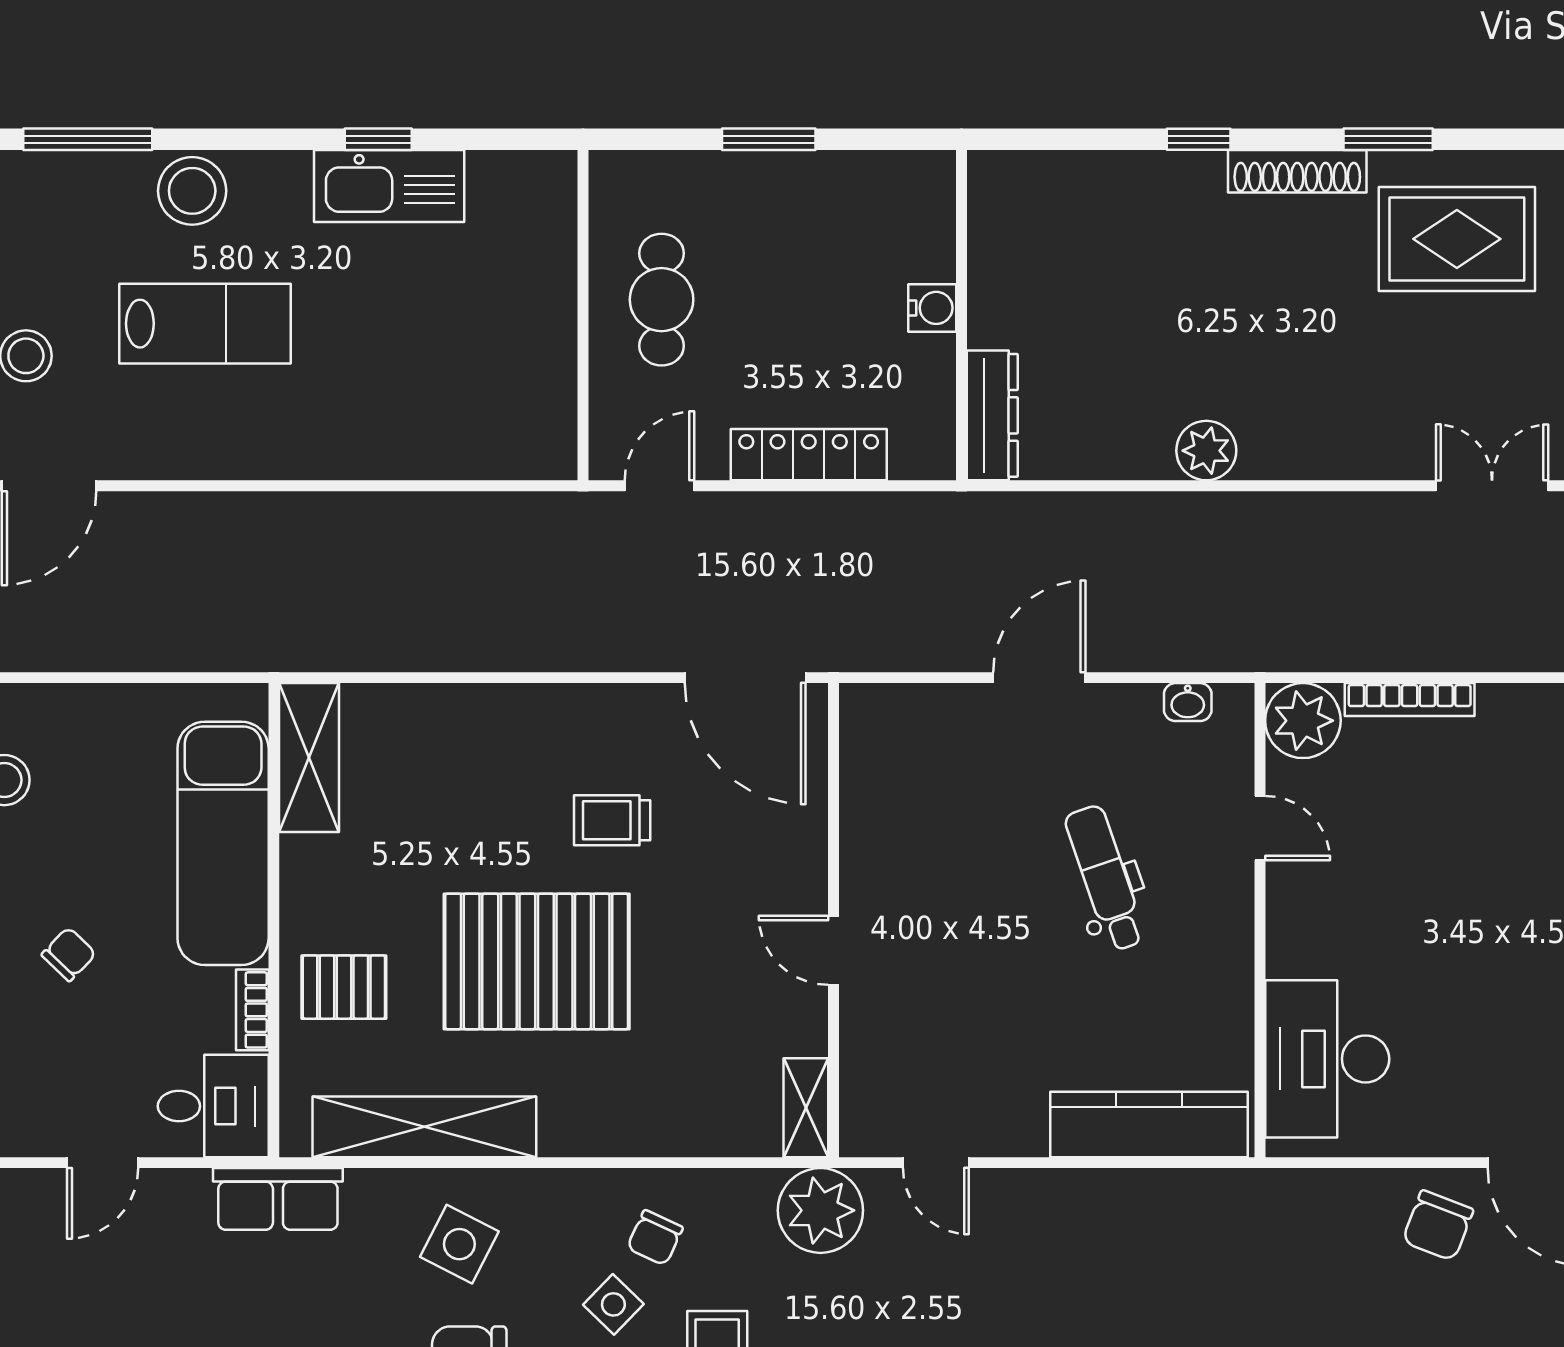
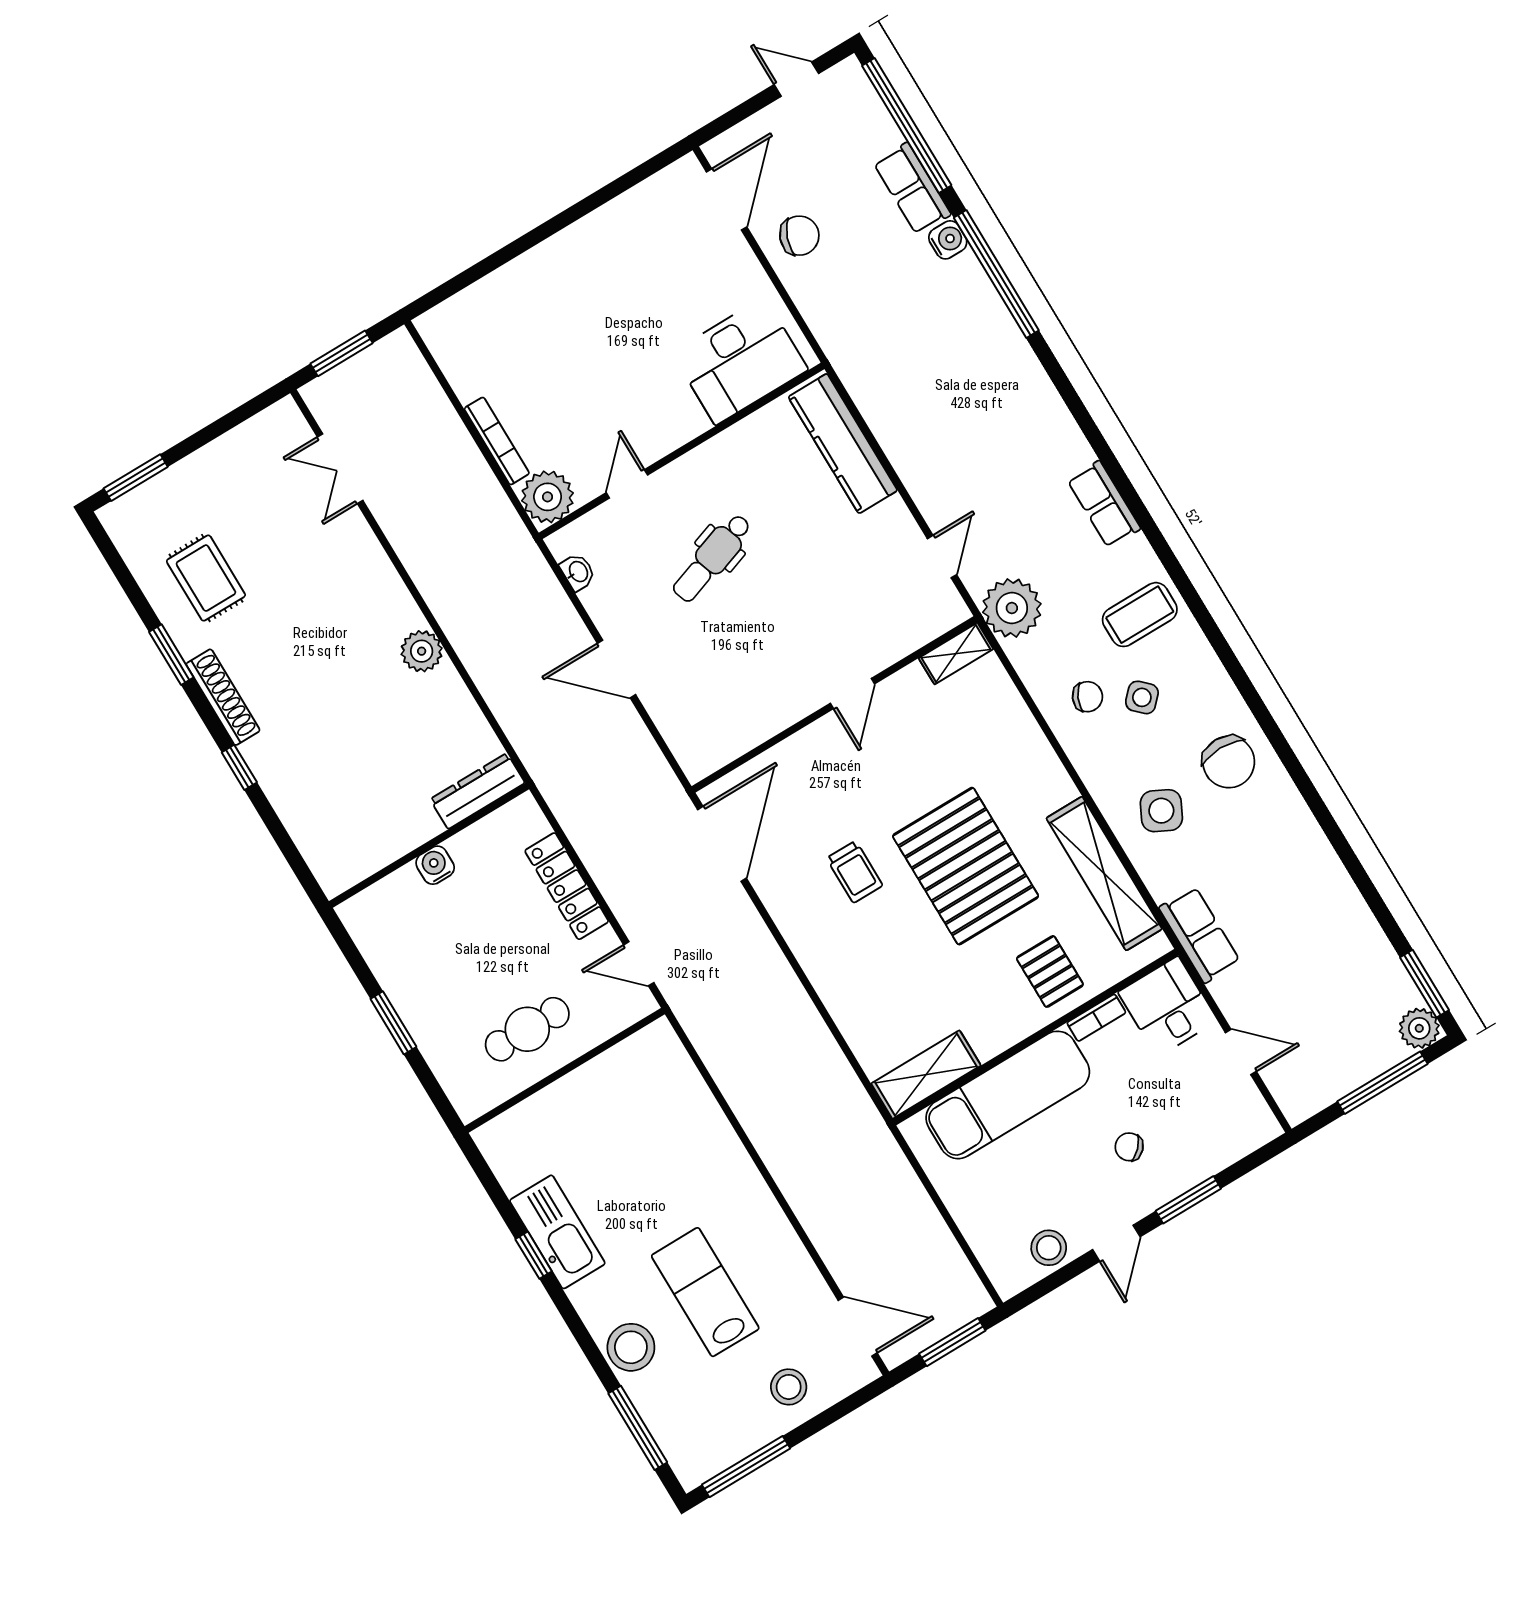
rug: (1457, 239) -> (206, 578), width x0.73, depth x0.70

